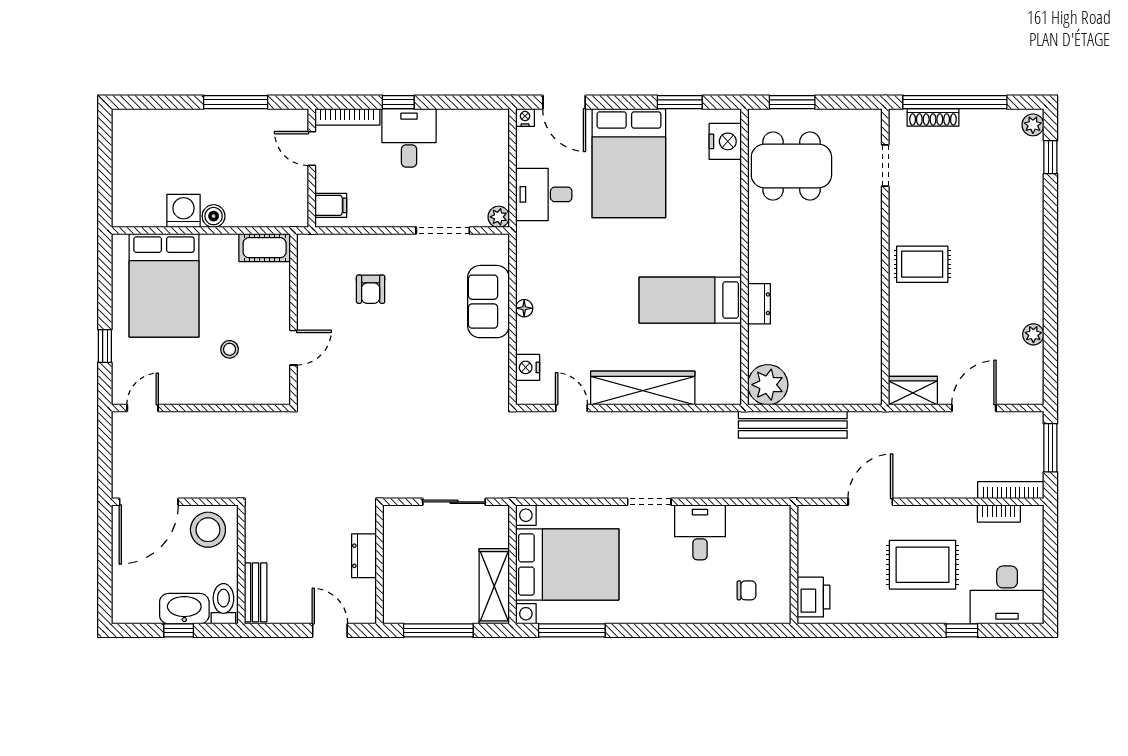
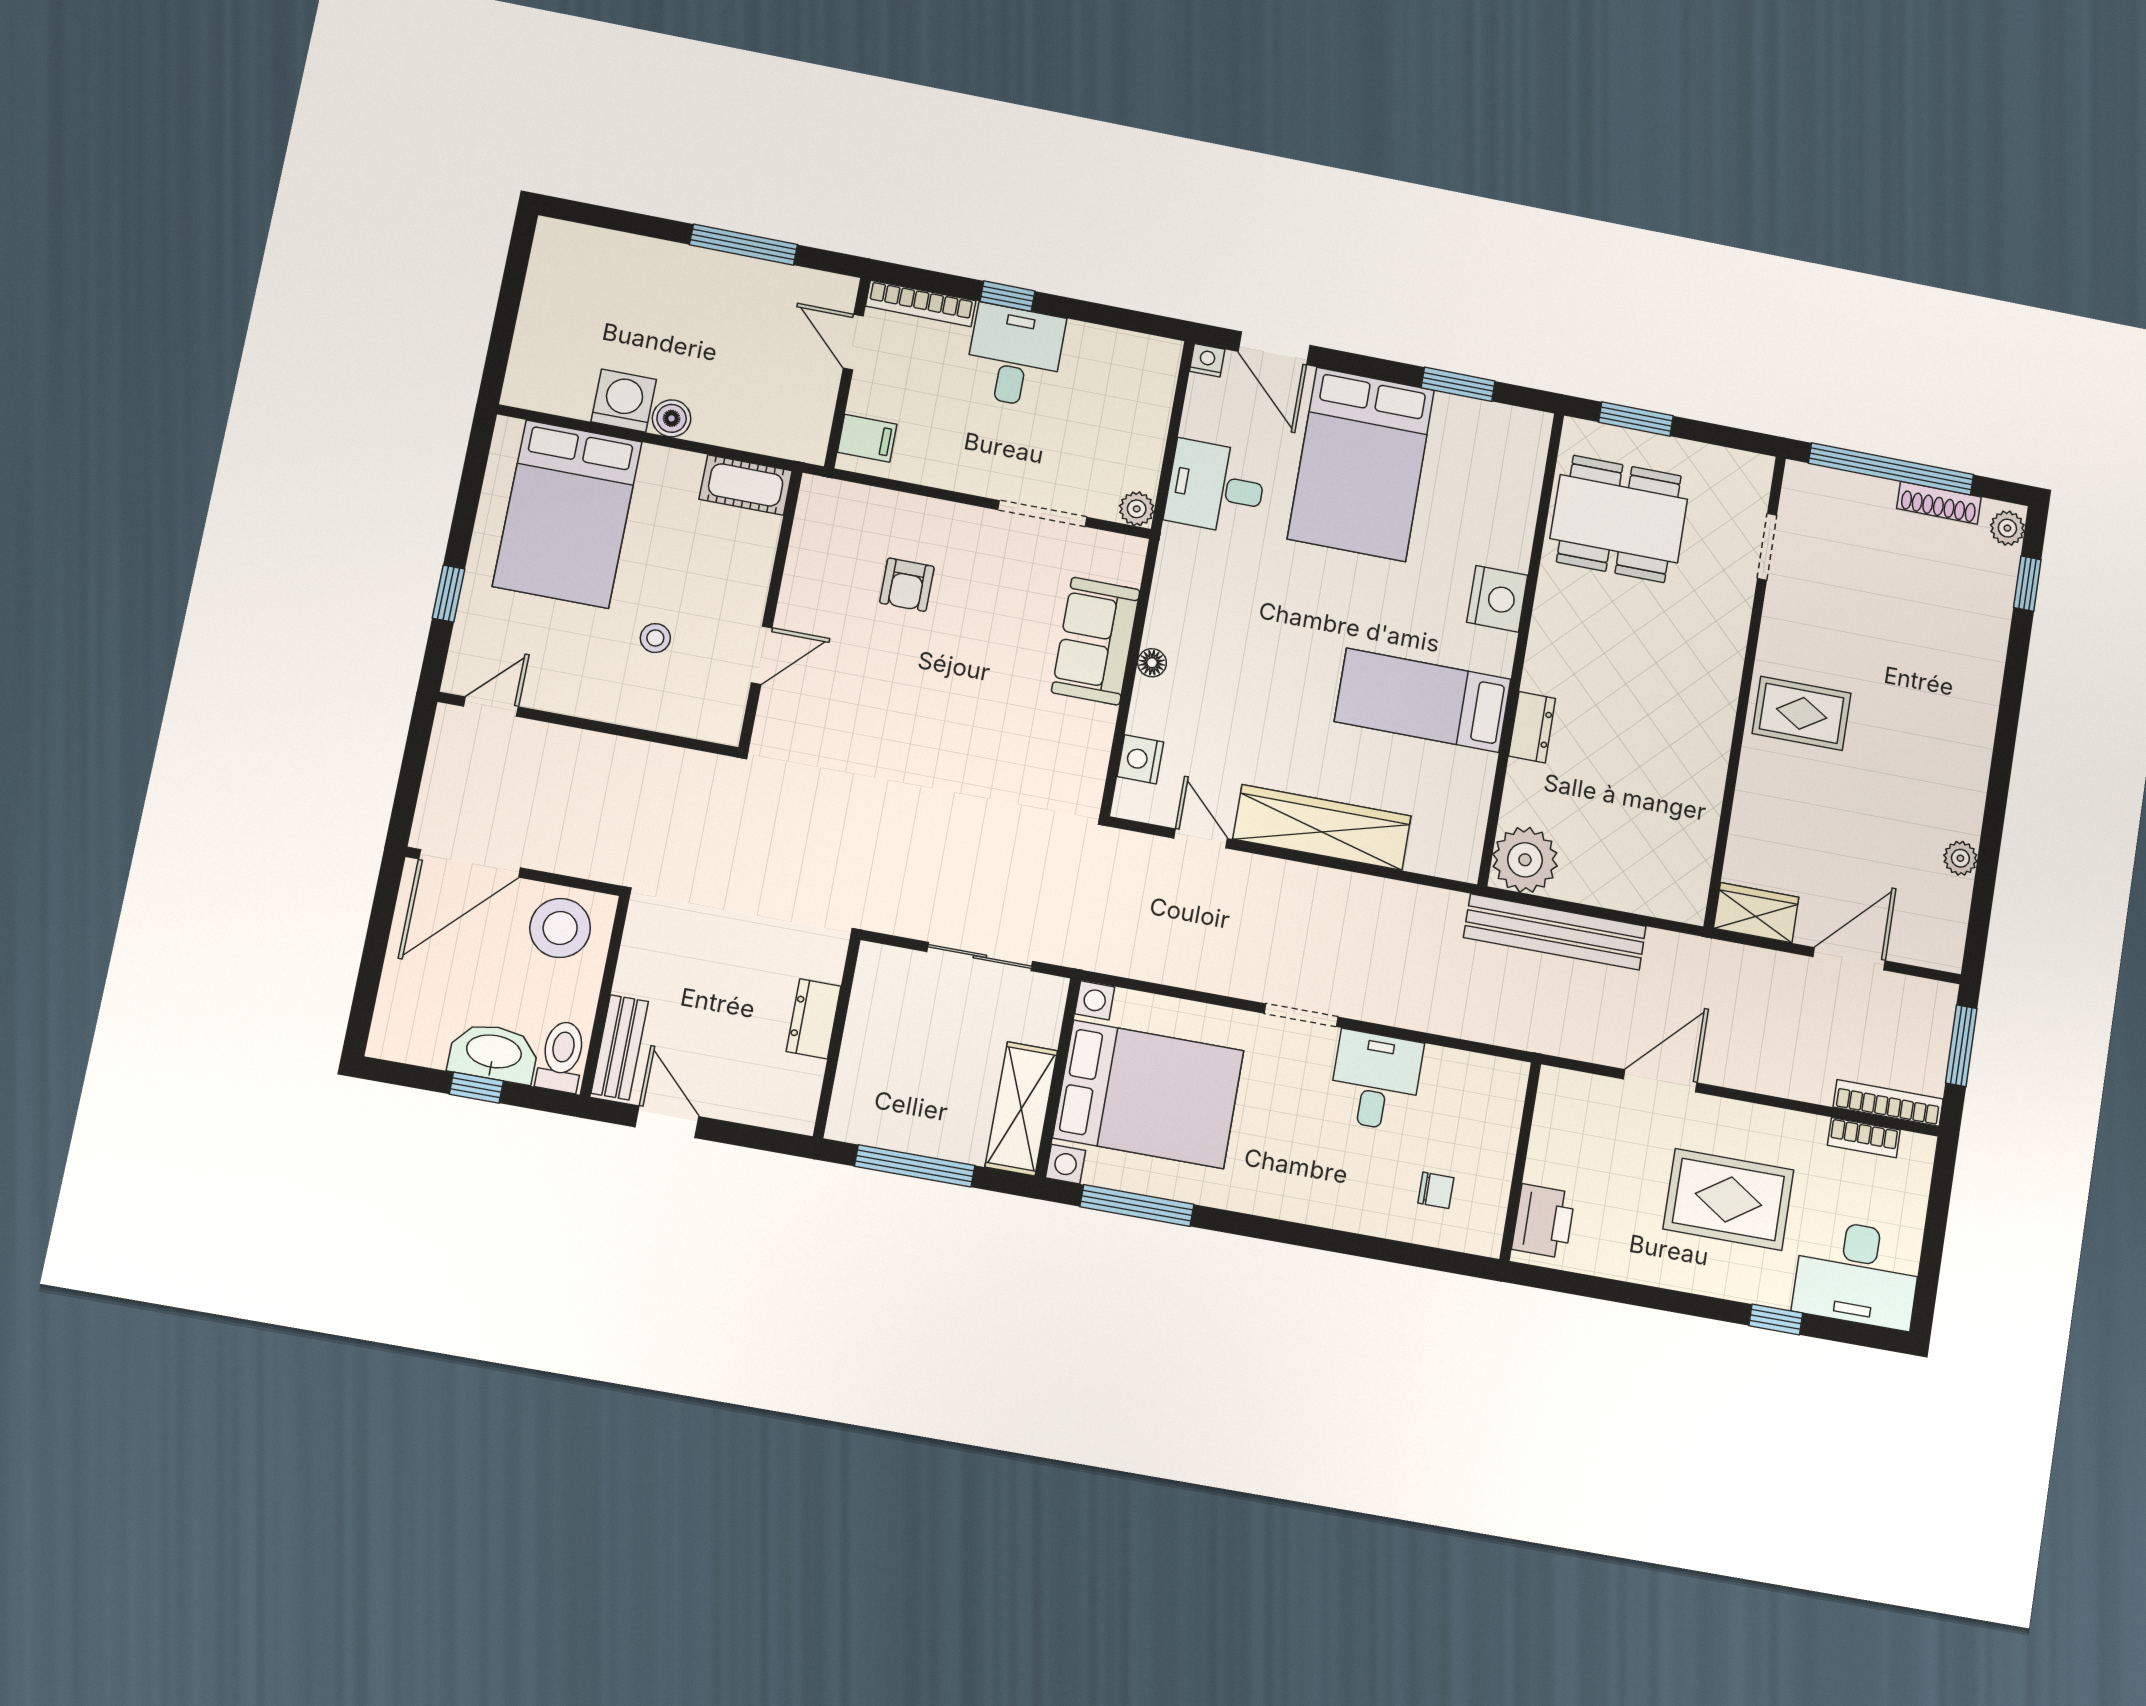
shoe rack: (933, 117) -> (1939, 503), moved
nightstand: (725, 141) -> (1497, 599), moved
door: (330, 630) -> (667, 1122), moved

